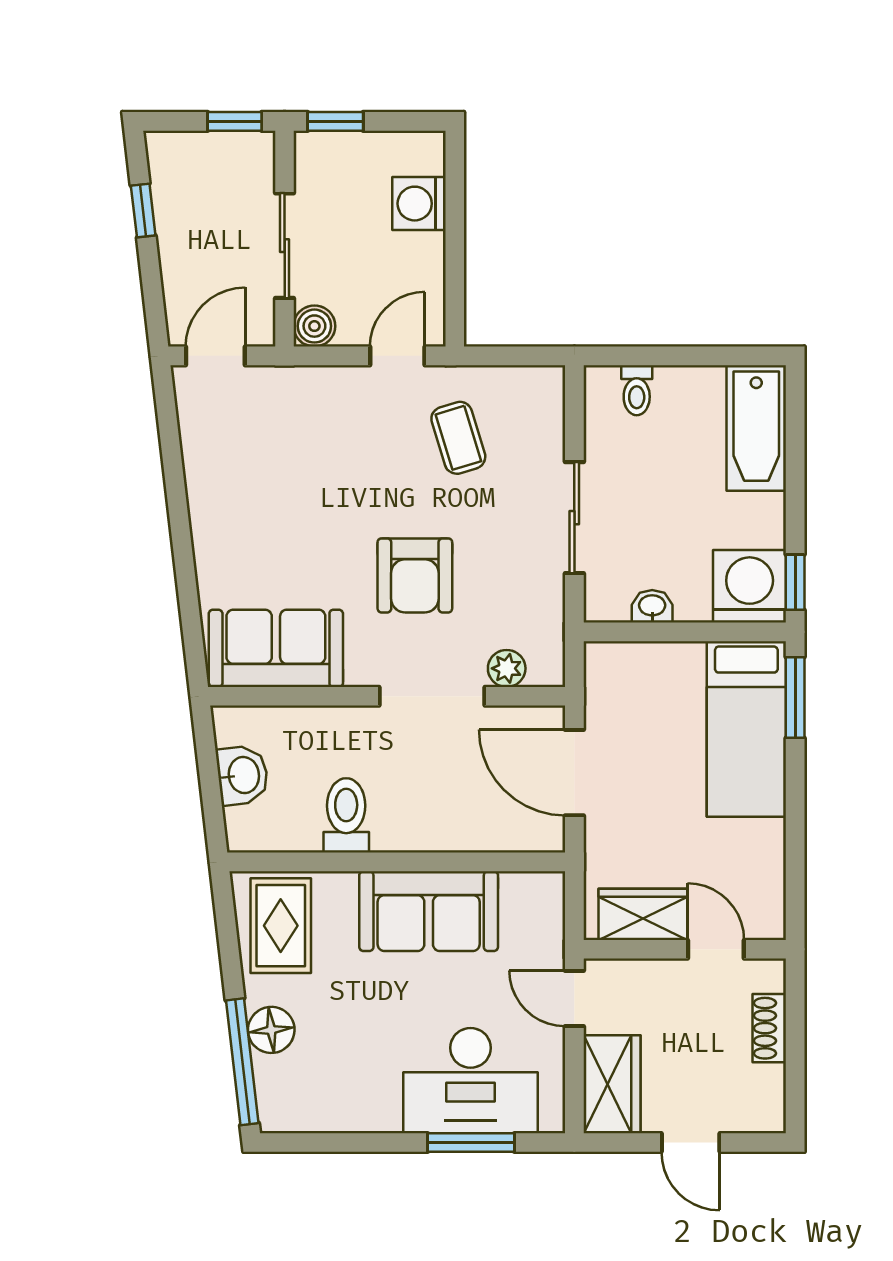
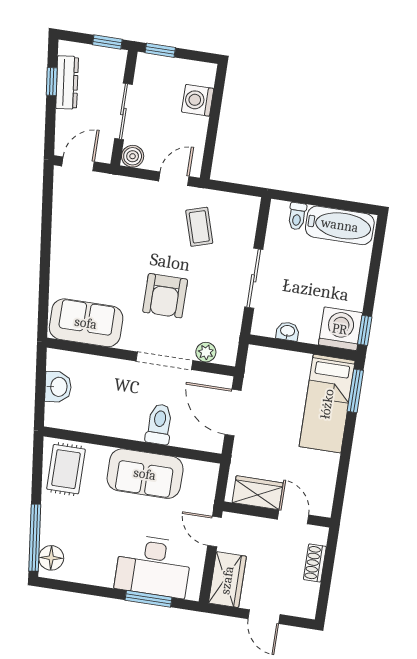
dresser: (172, 208) -> (67, 82), added
bathtub: (756, 428) -> (340, 225), moved, turned -90
toilet: (346, 815) -> (159, 424), moved
floor lamp: (271, 1030) -> (51, 558), moved

